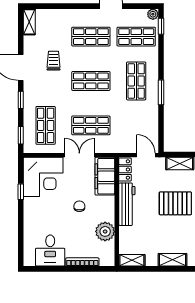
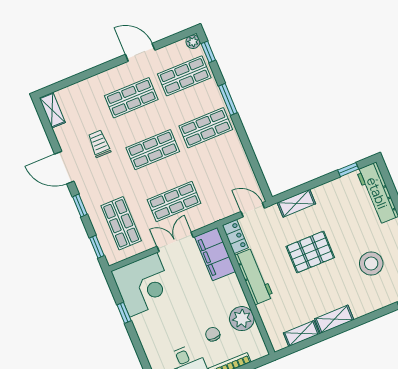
shop shelf: (136, 81) -> (206, 128), turned 90
window: (161, 92) -> (228, 99), moved
chair: (79, 206) -> (213, 334), moved
shelving: (132, 260) -> (301, 333), moved

